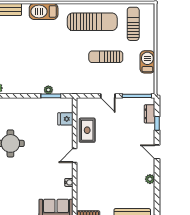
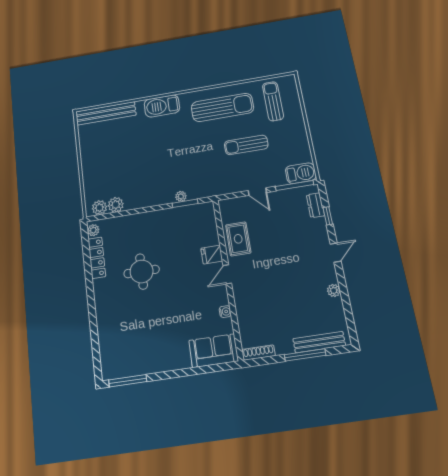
barbecue: (147, 62) -> (301, 173), moved, turned 90
fridge: (65, 119) -> (212, 255), moved
door: (157, 152) -> (336, 253), swing flipped

